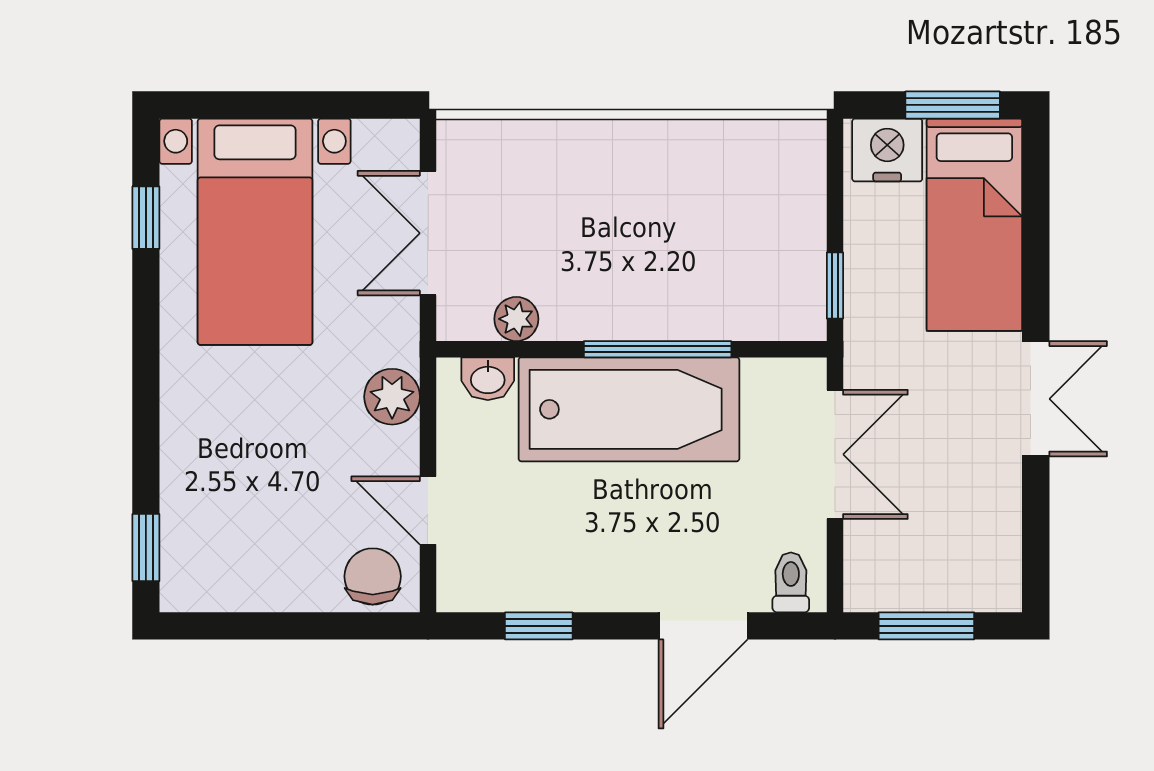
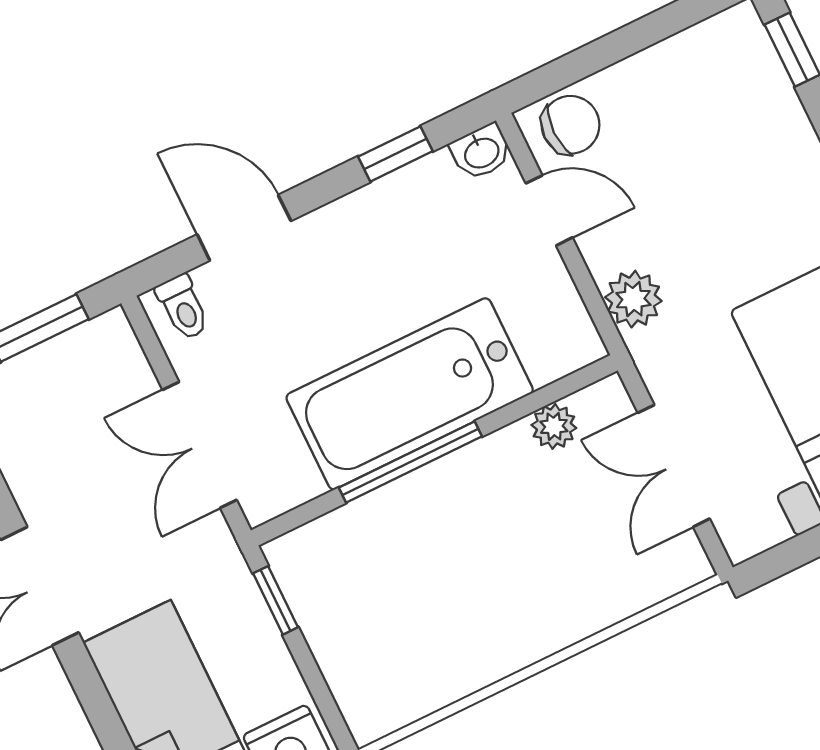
double door: (428, 233) -> (674, 466), swing flipped
washbasin: (488, 379) -> (481, 152), moved, turned 180
chair: (373, 576) -> (571, 125), turned -90
door: (703, 626) -> (244, 228), hinge flipped

